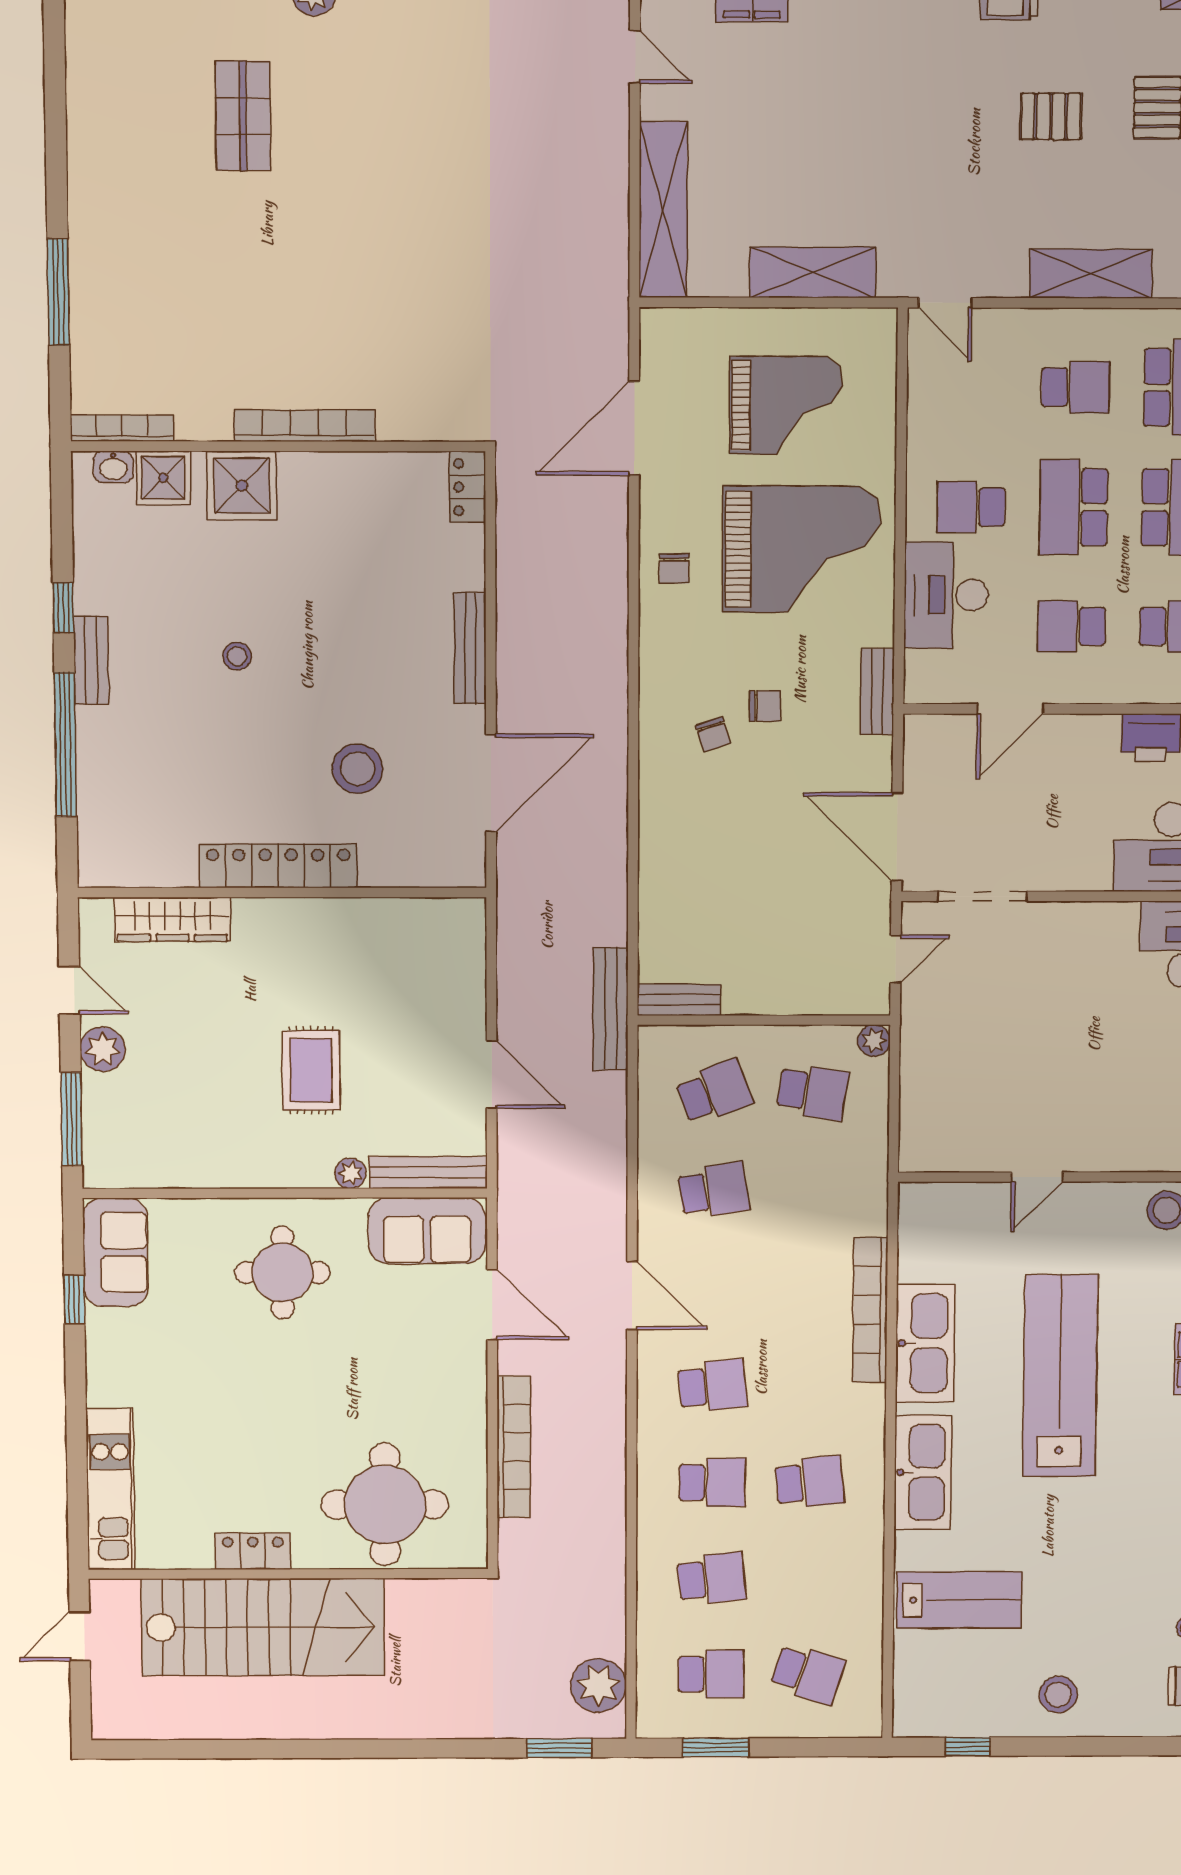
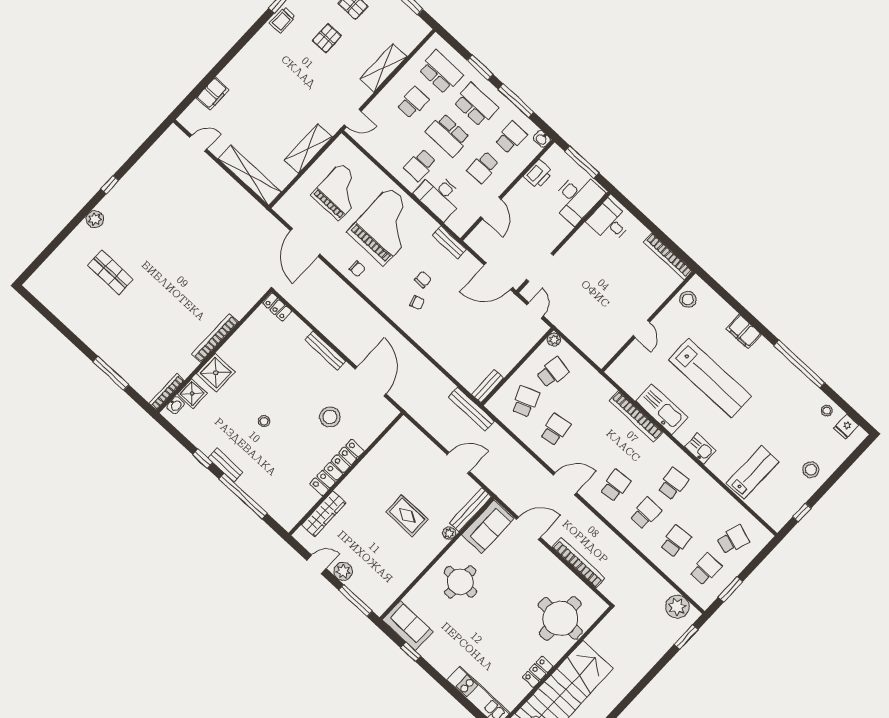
lab bench: (1060, 1376) -> (710, 378), turned 180
kitchen sink: (923, 1472) -> (700, 449), width x0.53, depth x0.81

